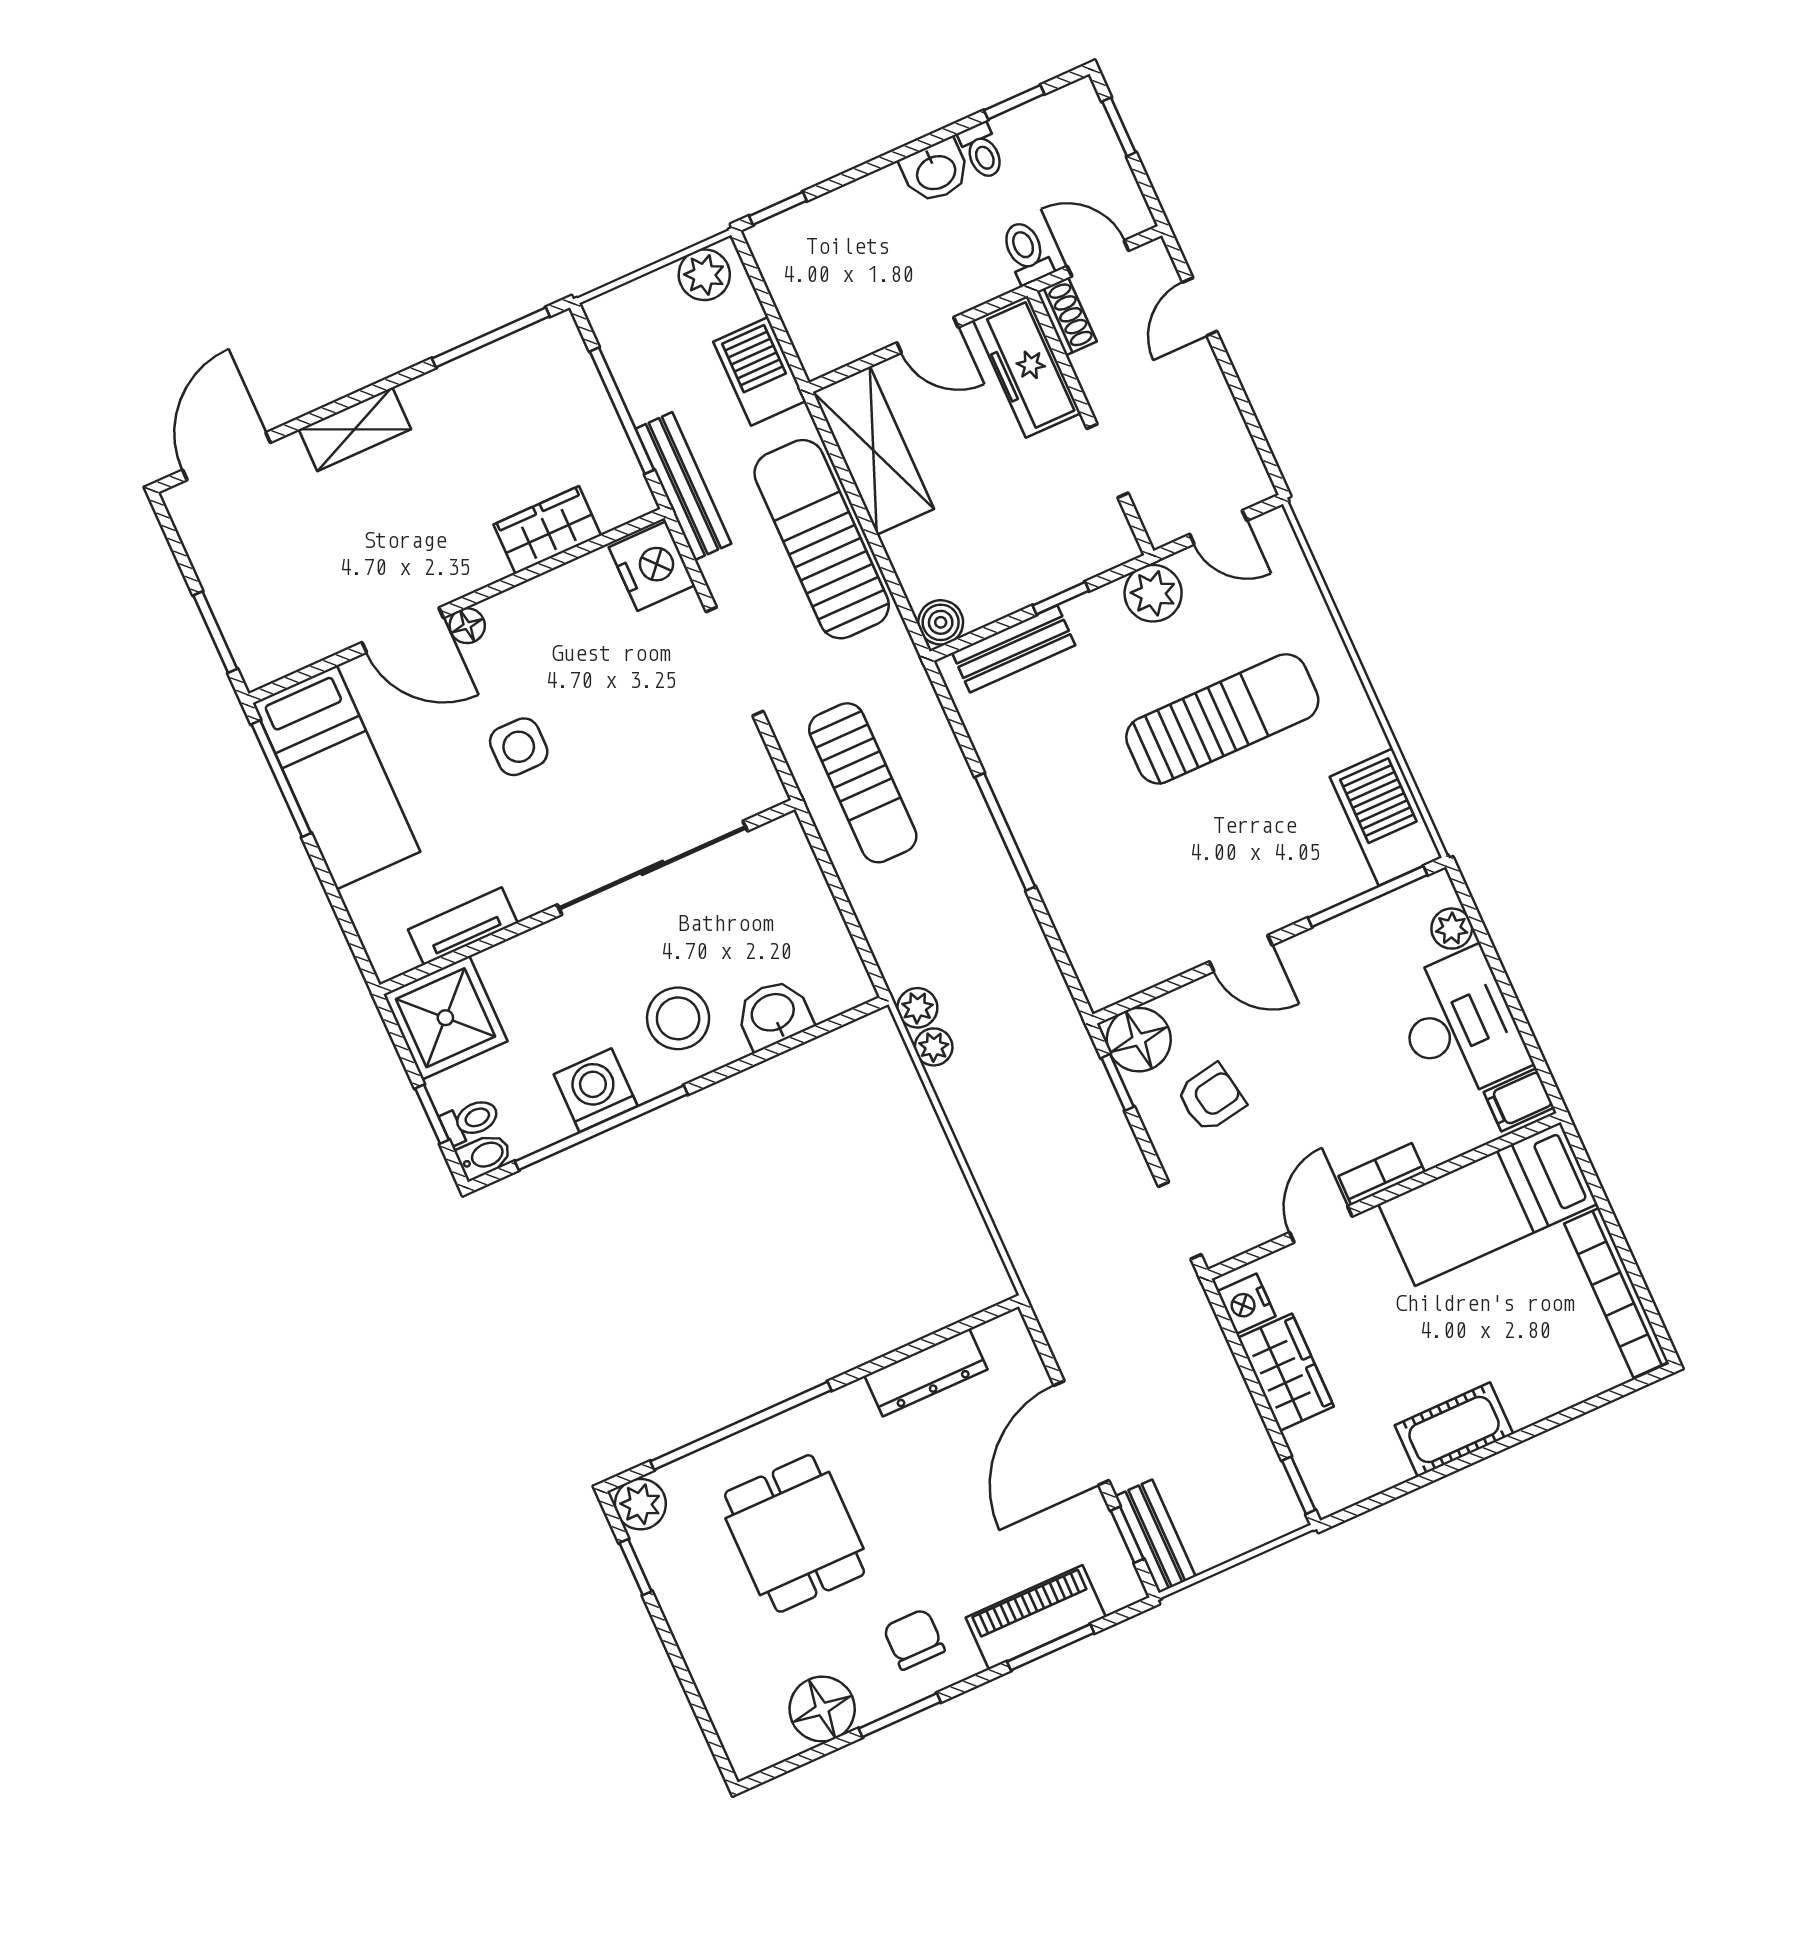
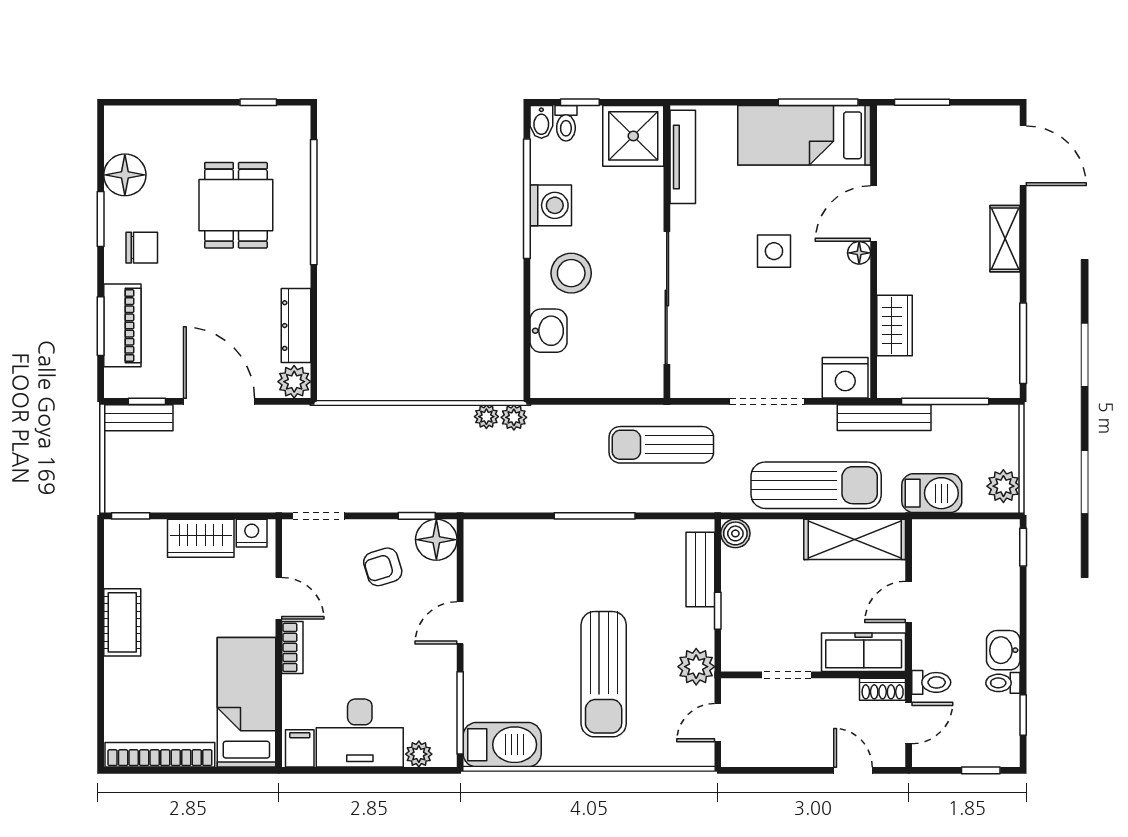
tv unit: (463, 926) -> (683, 157), width x1.41
armchair: (1211, 1098) -> (383, 567), turned 83
plant: (640, 1504) -> (294, 382), moved
dining table: (795, 1533) -> (236, 205), turned 90

